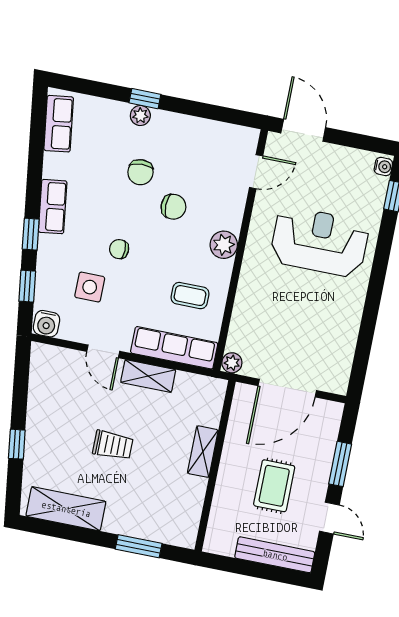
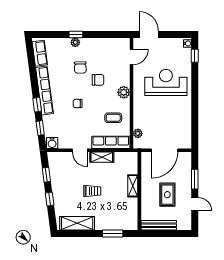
row of seats: (53, 207) -> (44, 91), width x2.02
side table: (90, 287) -> (68, 123), removed
plant: (232, 363) -> (138, 133), moved
window: (20, 390) -> (46, 175), added
bench: (275, 555) -> (159, 225), moved

